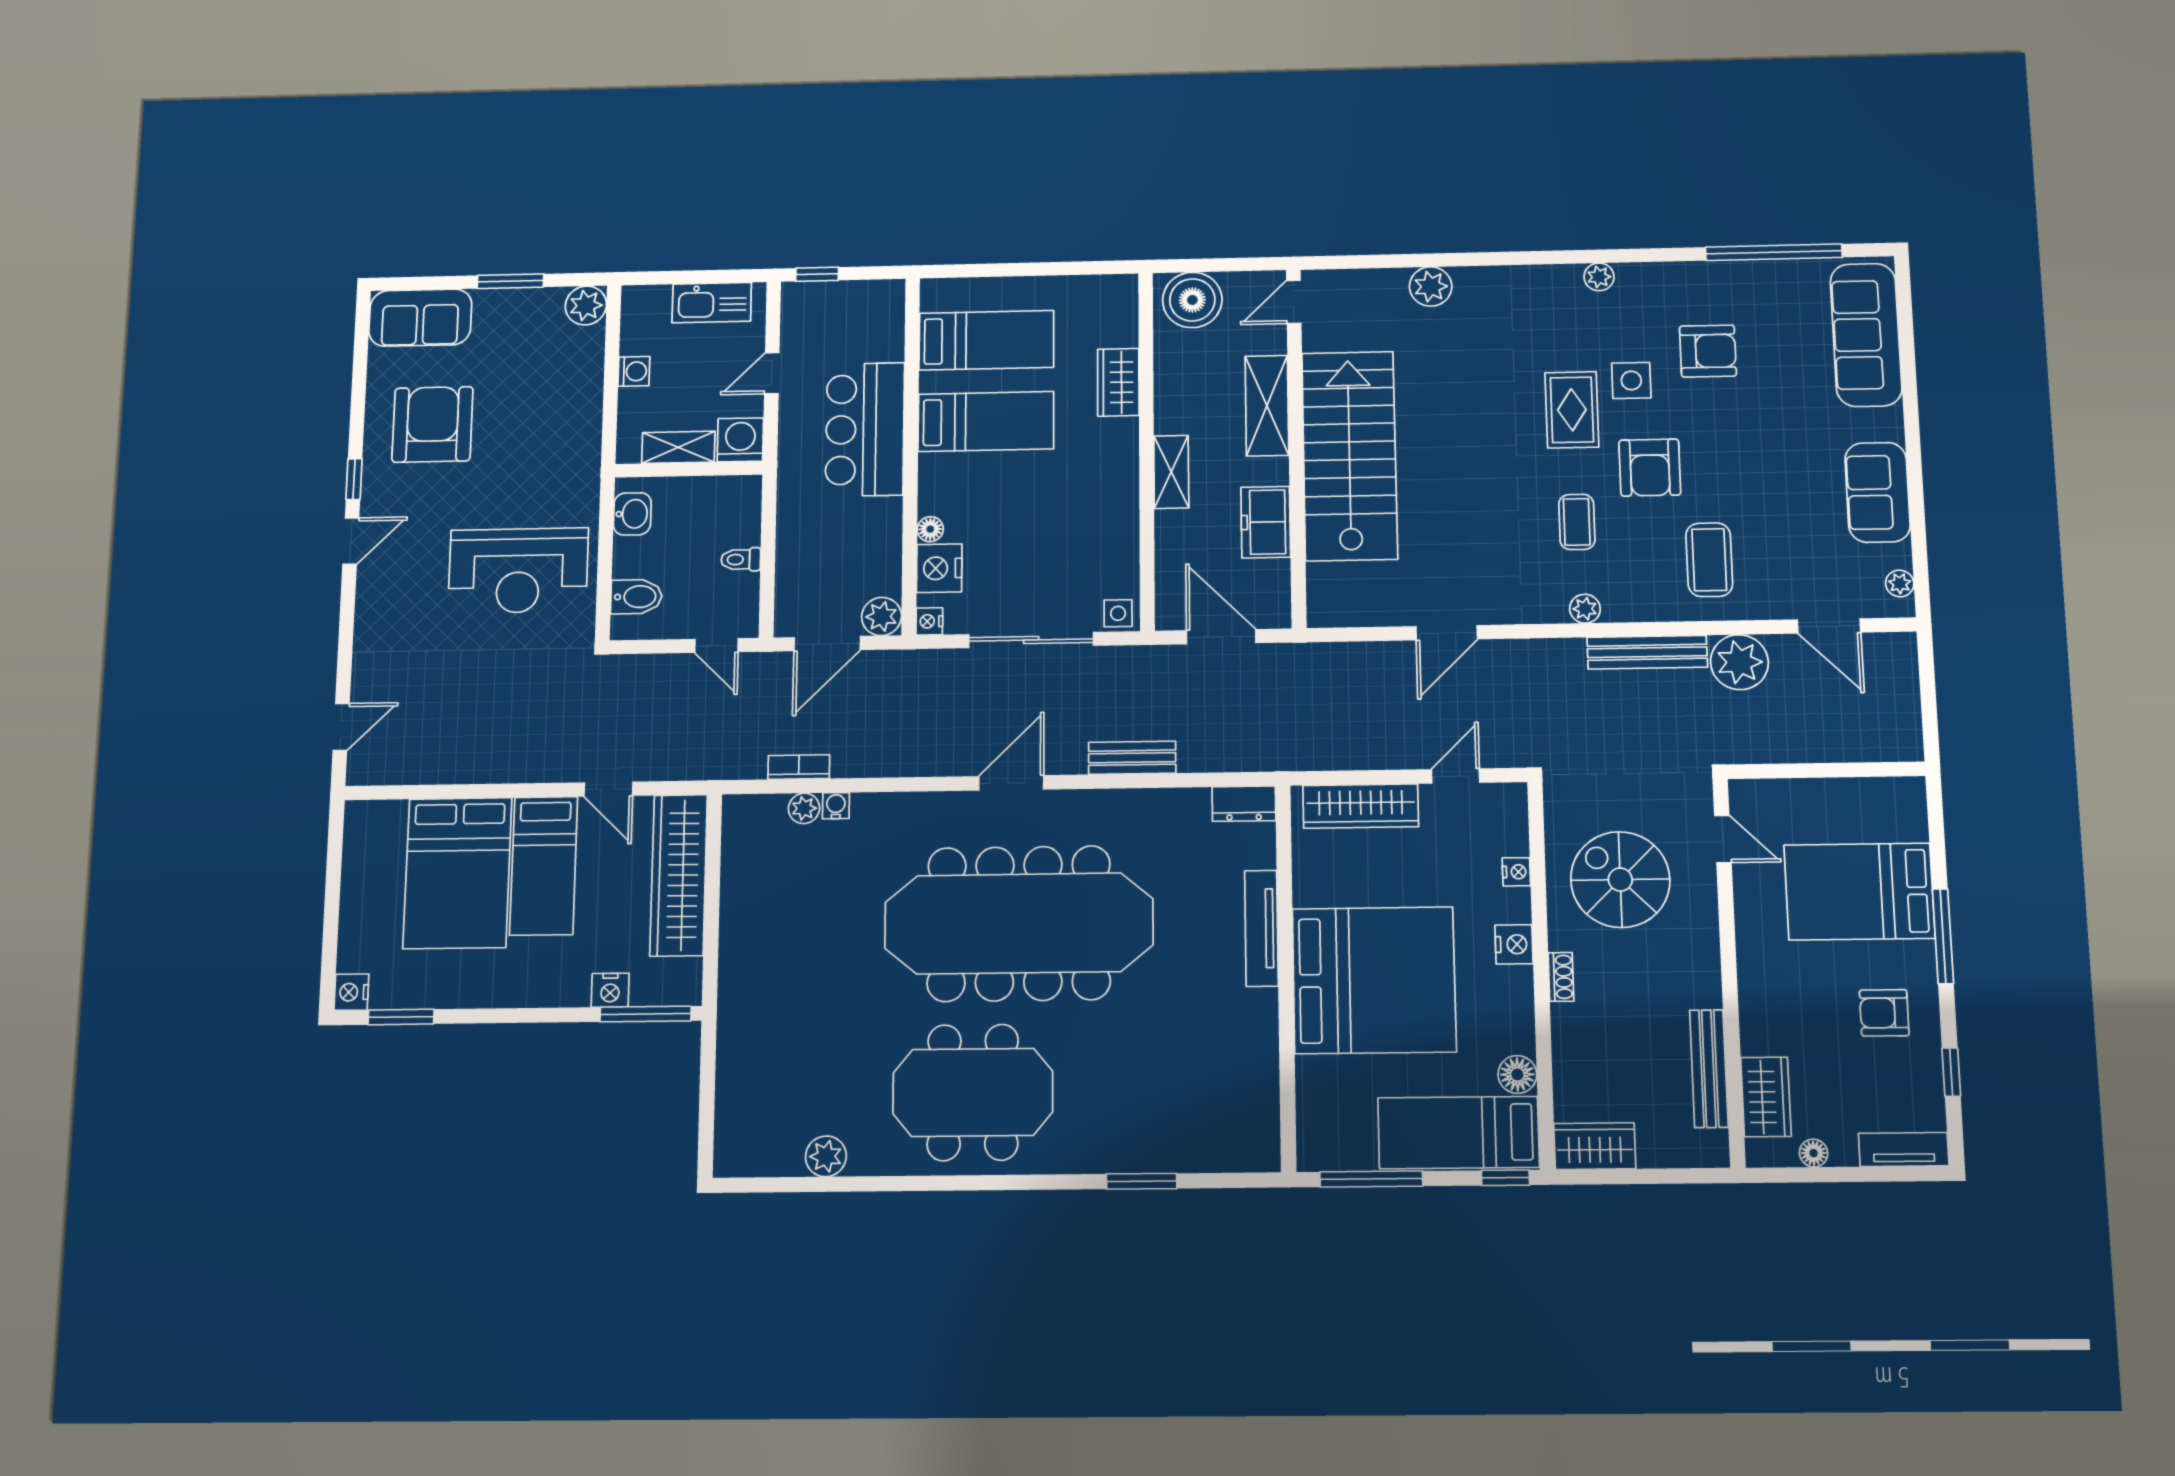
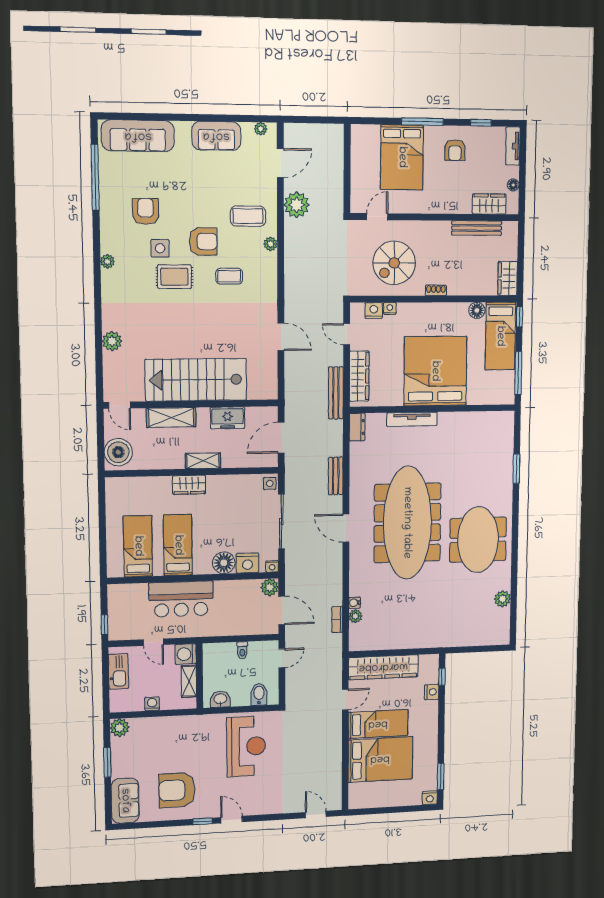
wardrobe: (1118, 382) -> (189, 485), moved
floor lamp: (930, 529) -> (224, 563), width x1.89, depth x1.89
plant: (1585, 609) -> (270, 244), moved
bench: (1647, 652) -> (336, 393), moved
nightstand: (1514, 944) -> (374, 311), moved
window: (646, 1014) -> (442, 677), width x0.46

